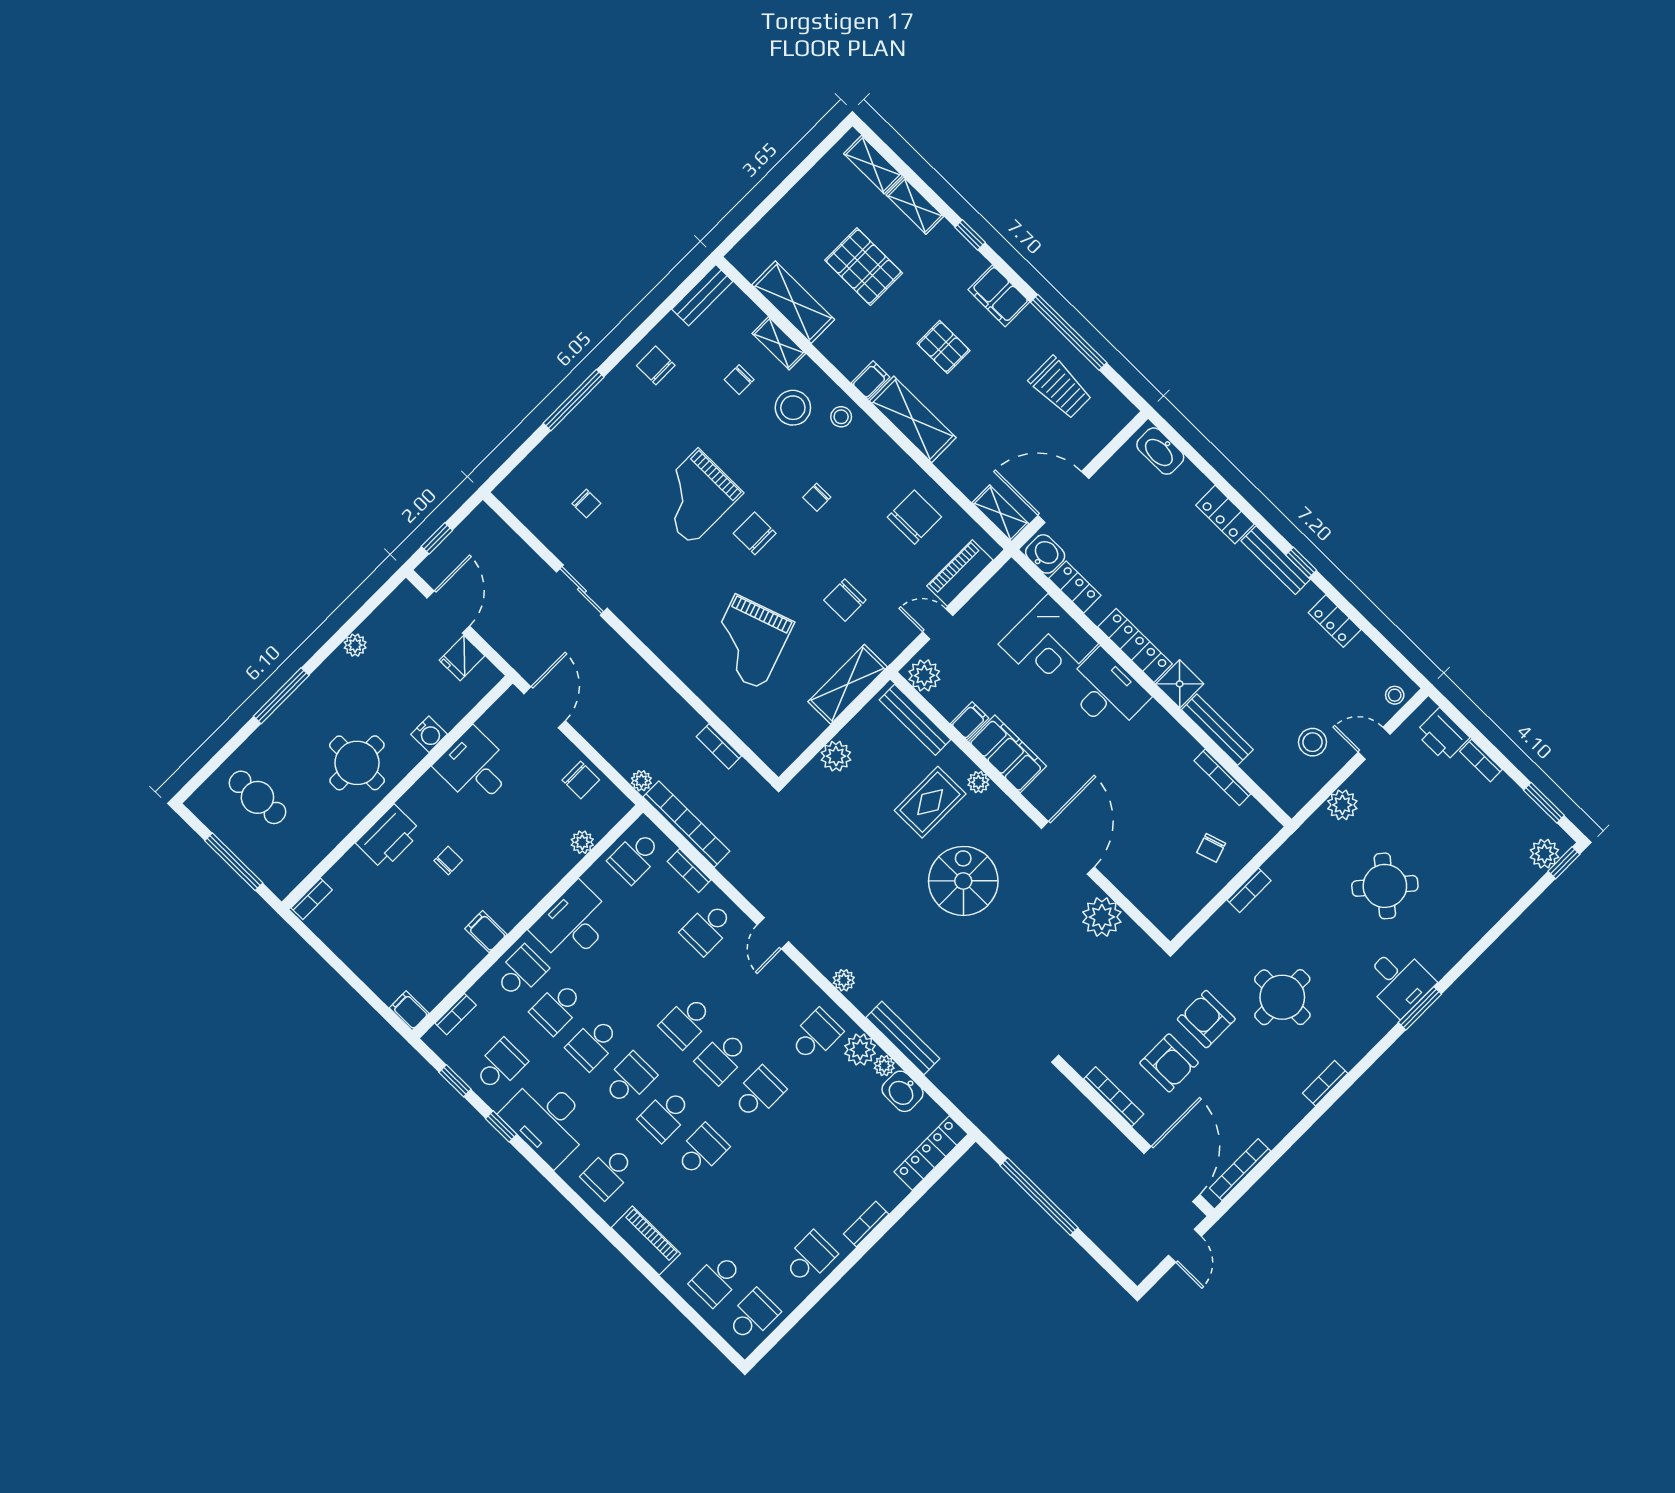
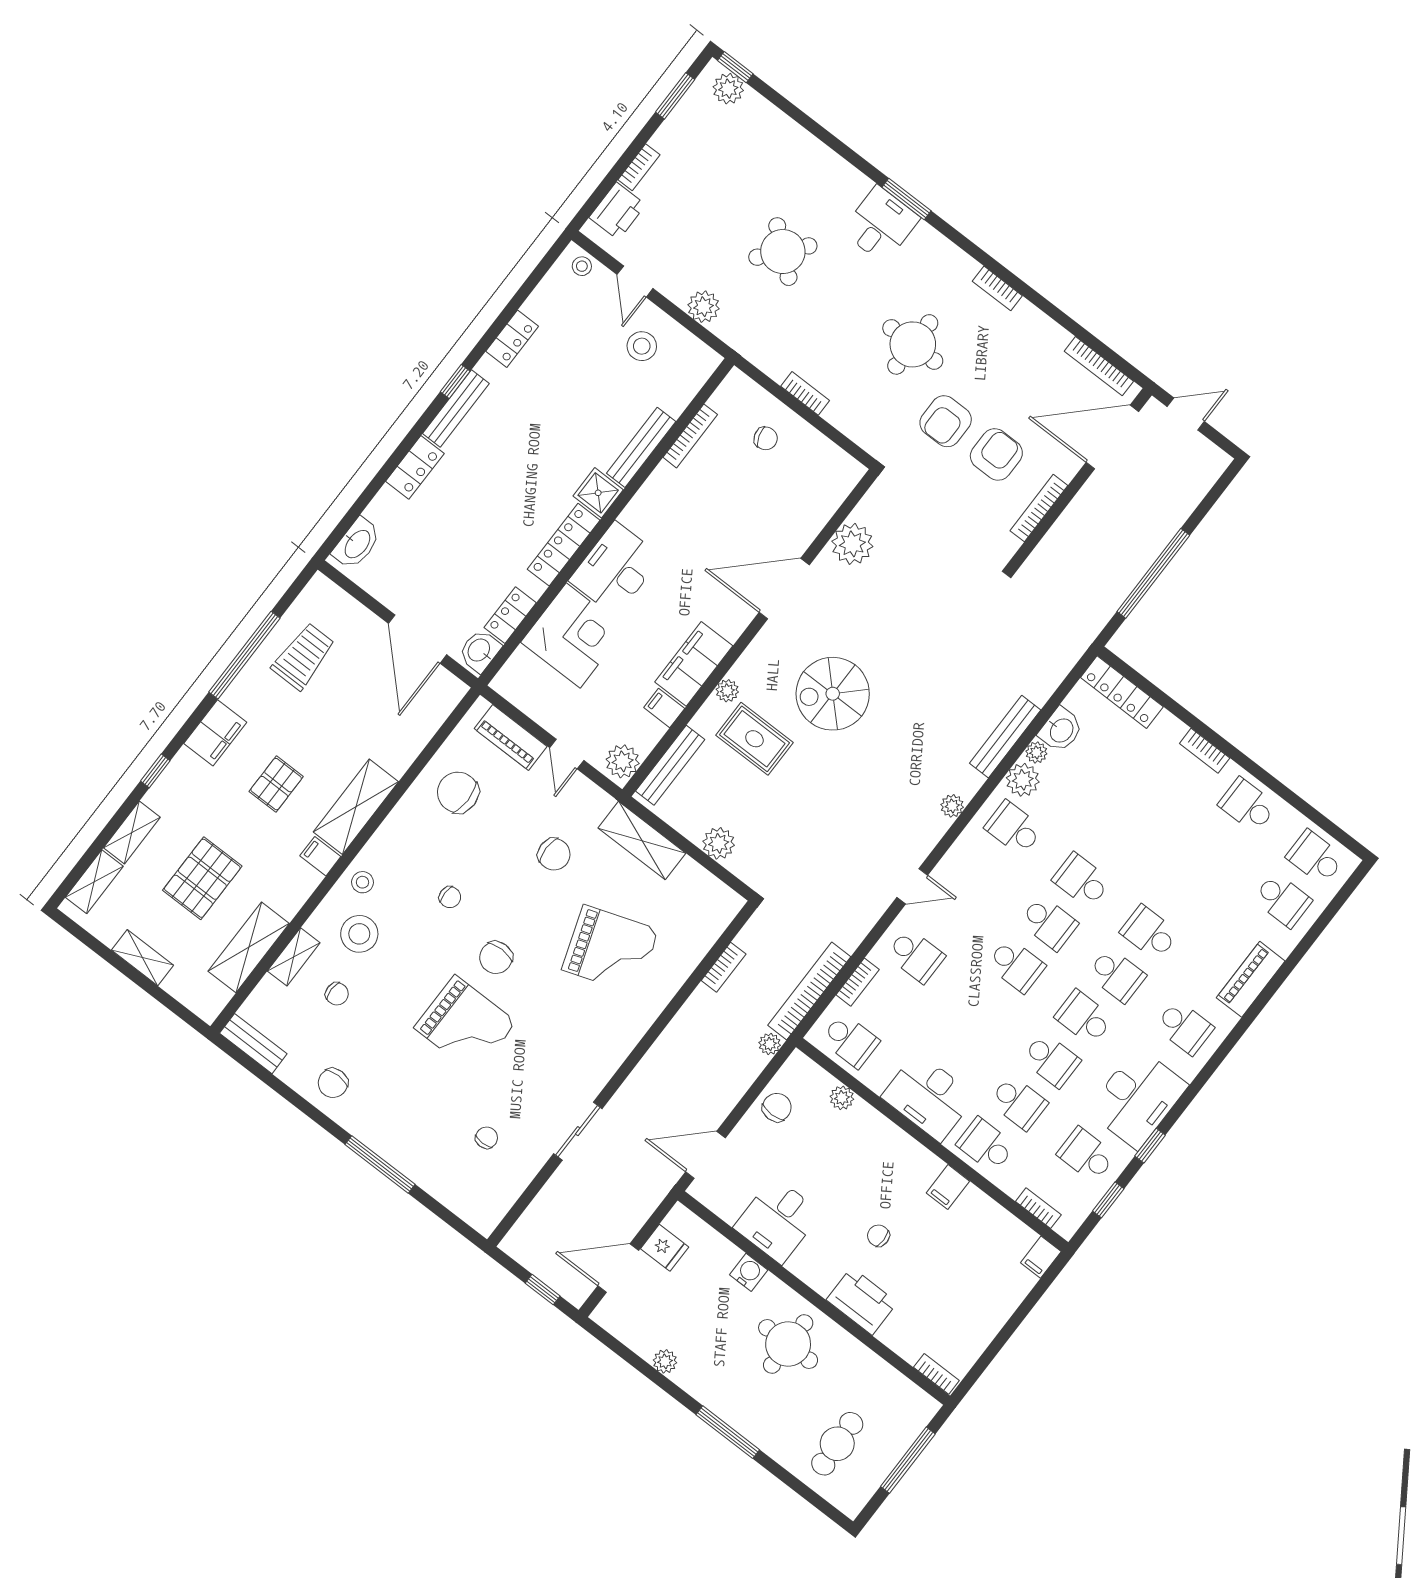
shelving: (1001, 513) -> (143, 958), moved, turned 90

